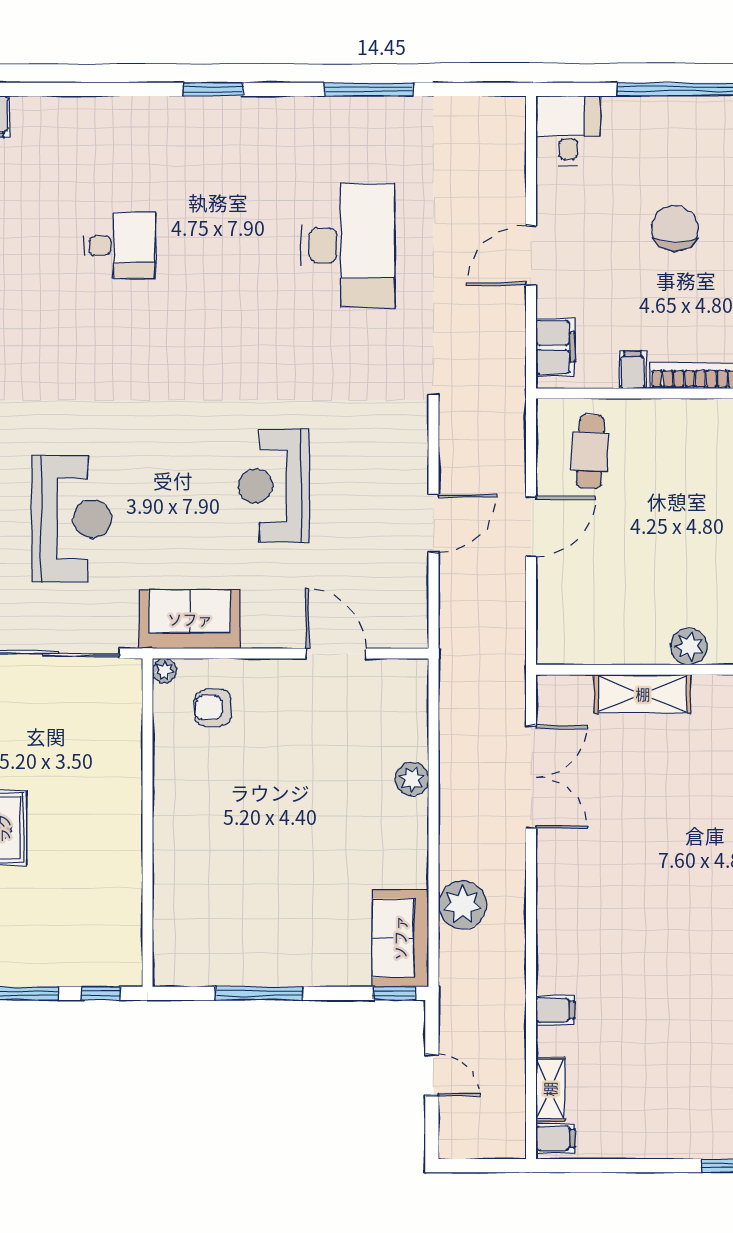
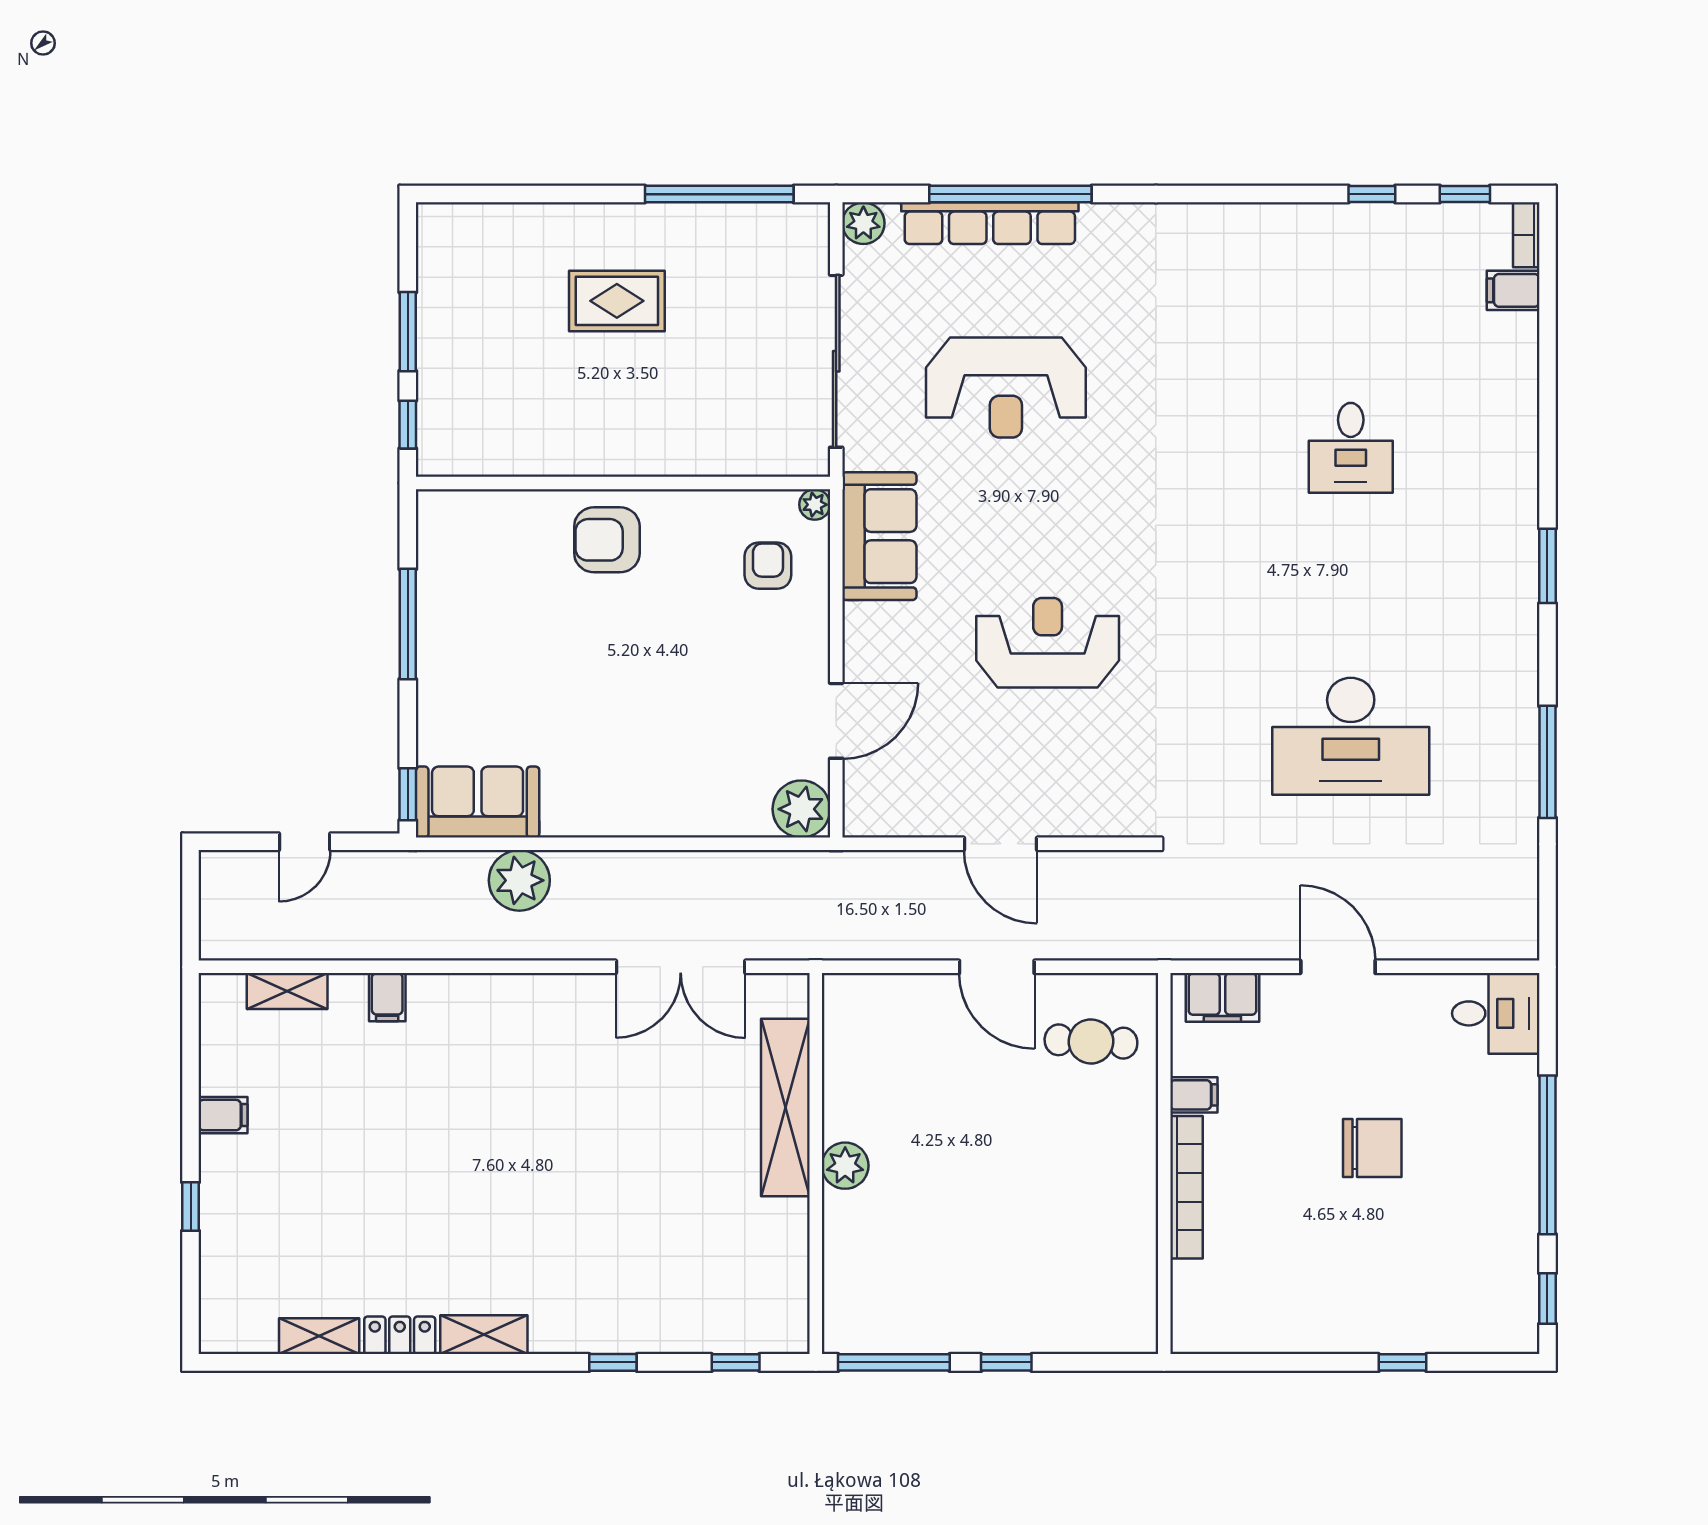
shelving: (643, 694) -> (785, 1108), width x1.47
plant: (412, 779) -> (801, 809), moved, width x1.36, depth x1.36
armchair: (192, 835) -> (607, 540), added
filing cabinet: (555, 1138) -> (223, 1115), moved, turned -90

